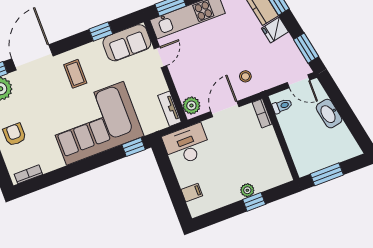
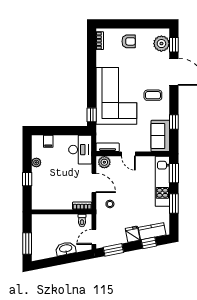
door: (160, 57) -> (128, 154), moved
window: (327, 174) -> (27, 243), moved
plant: (247, 190) -> (36, 162), moved

